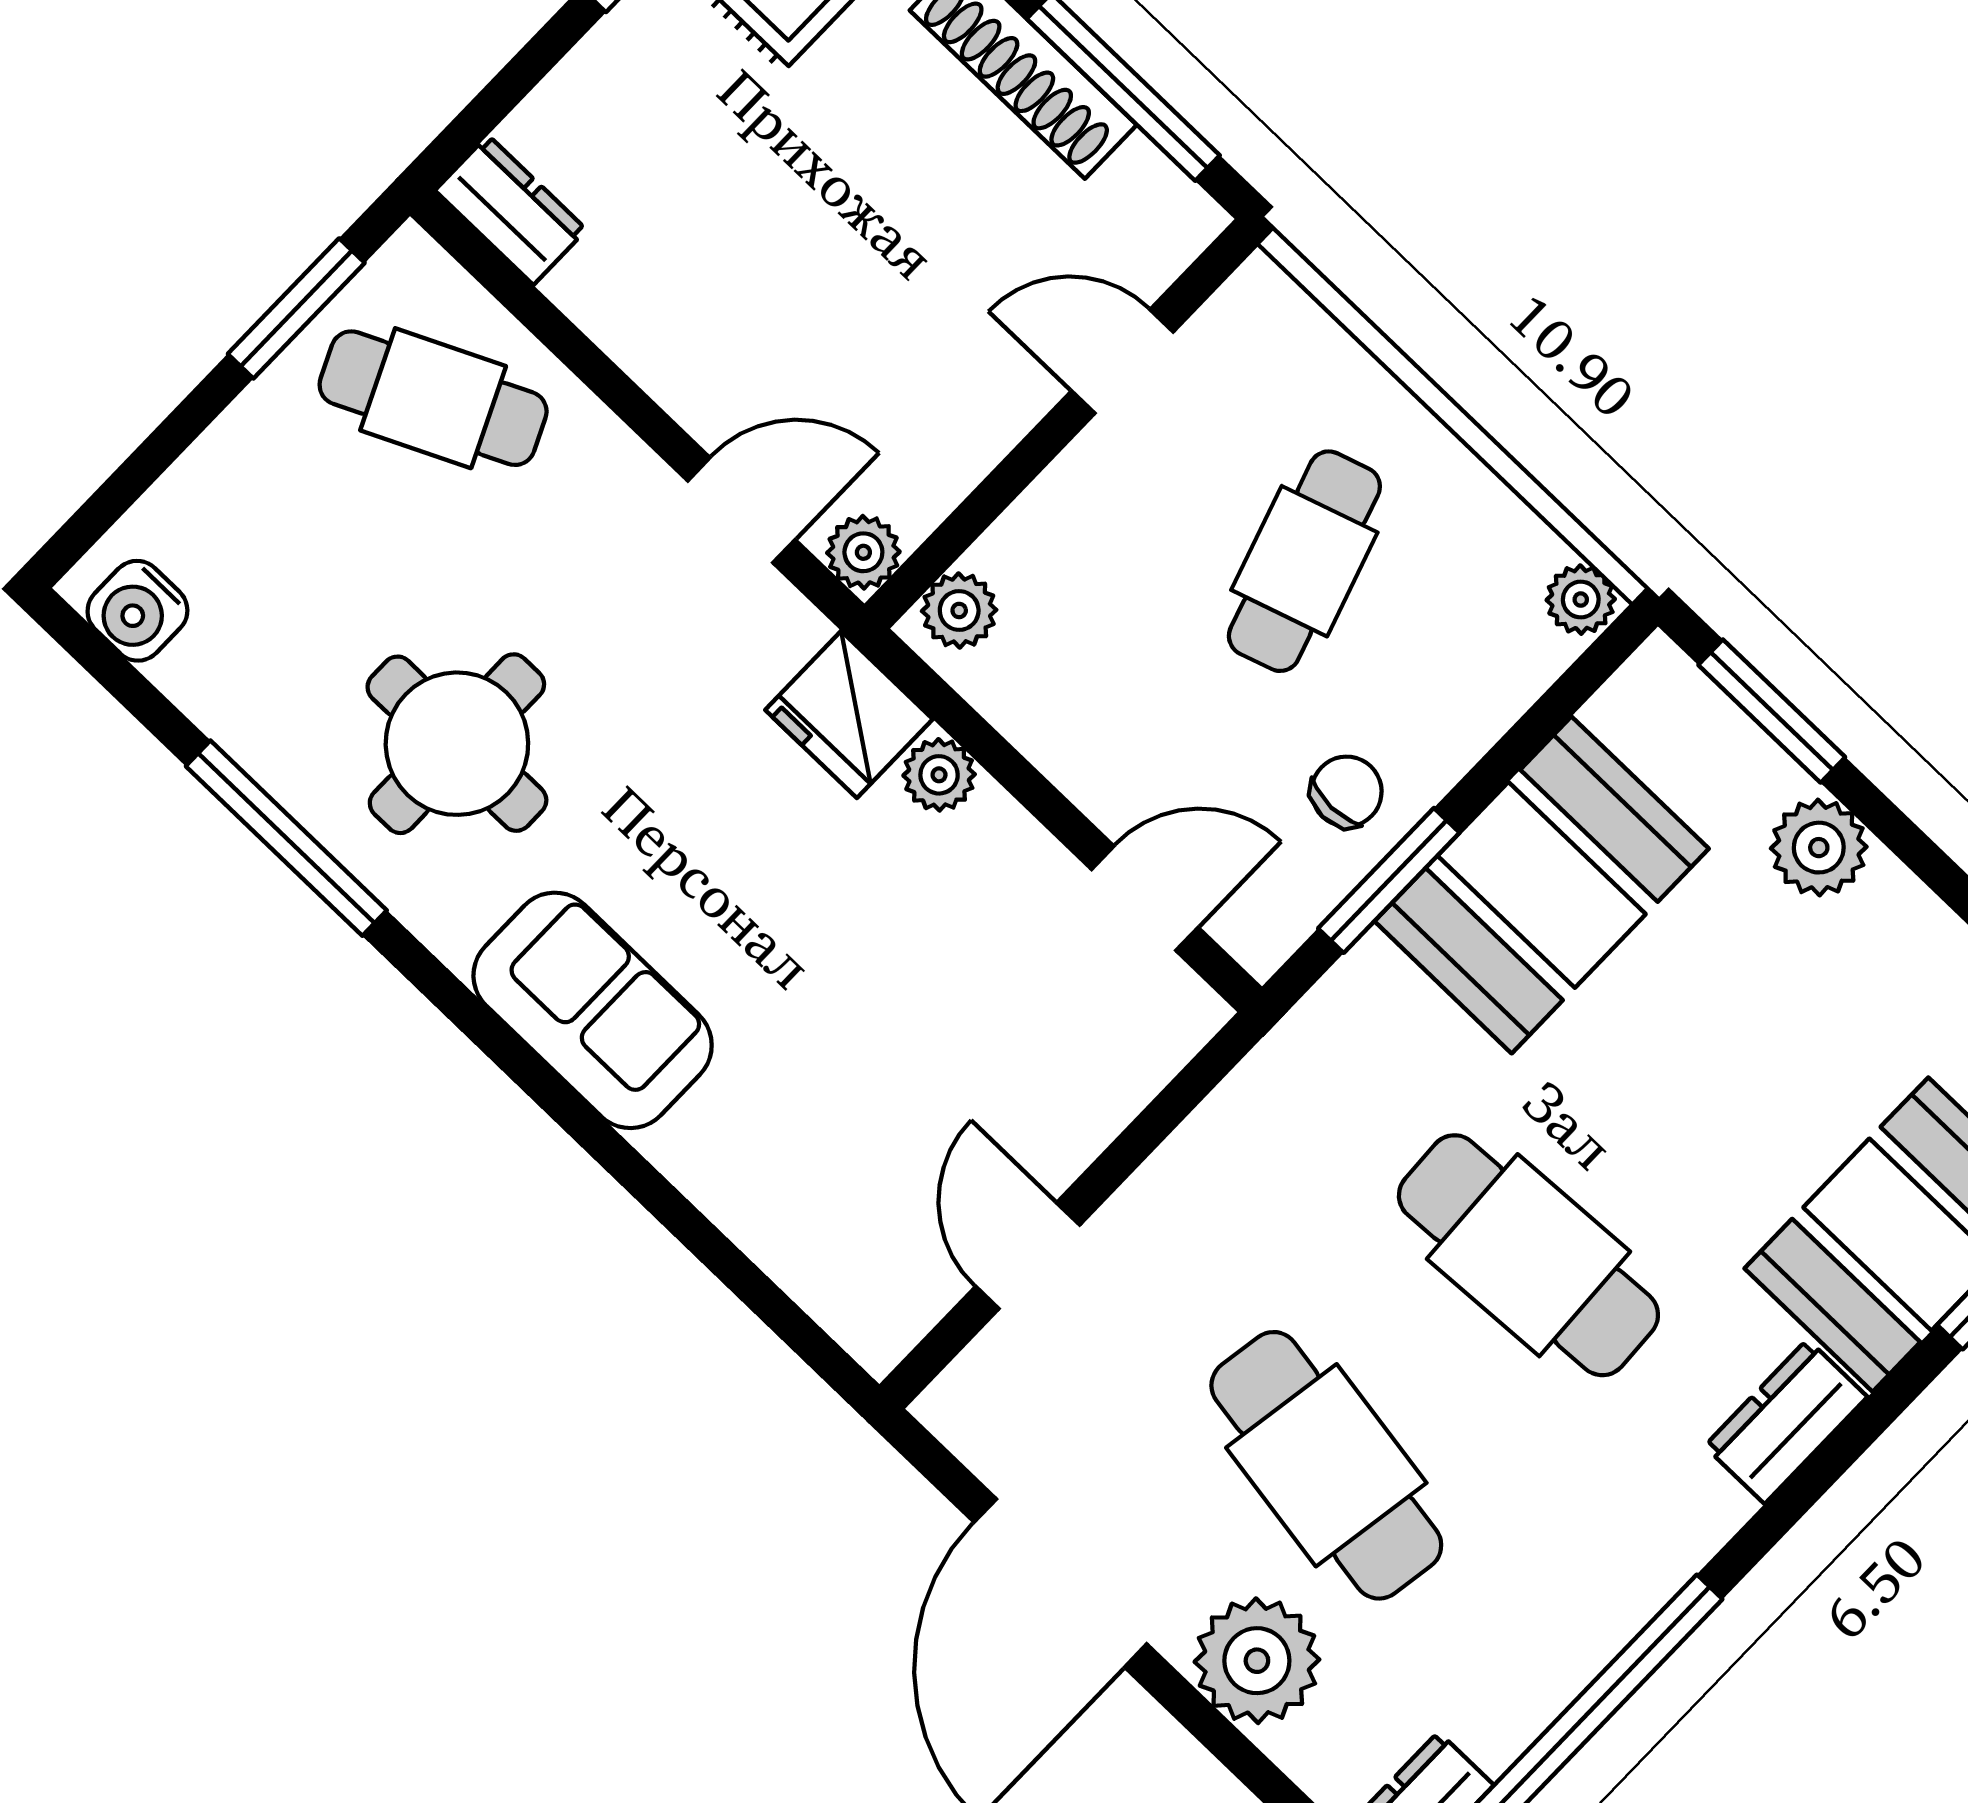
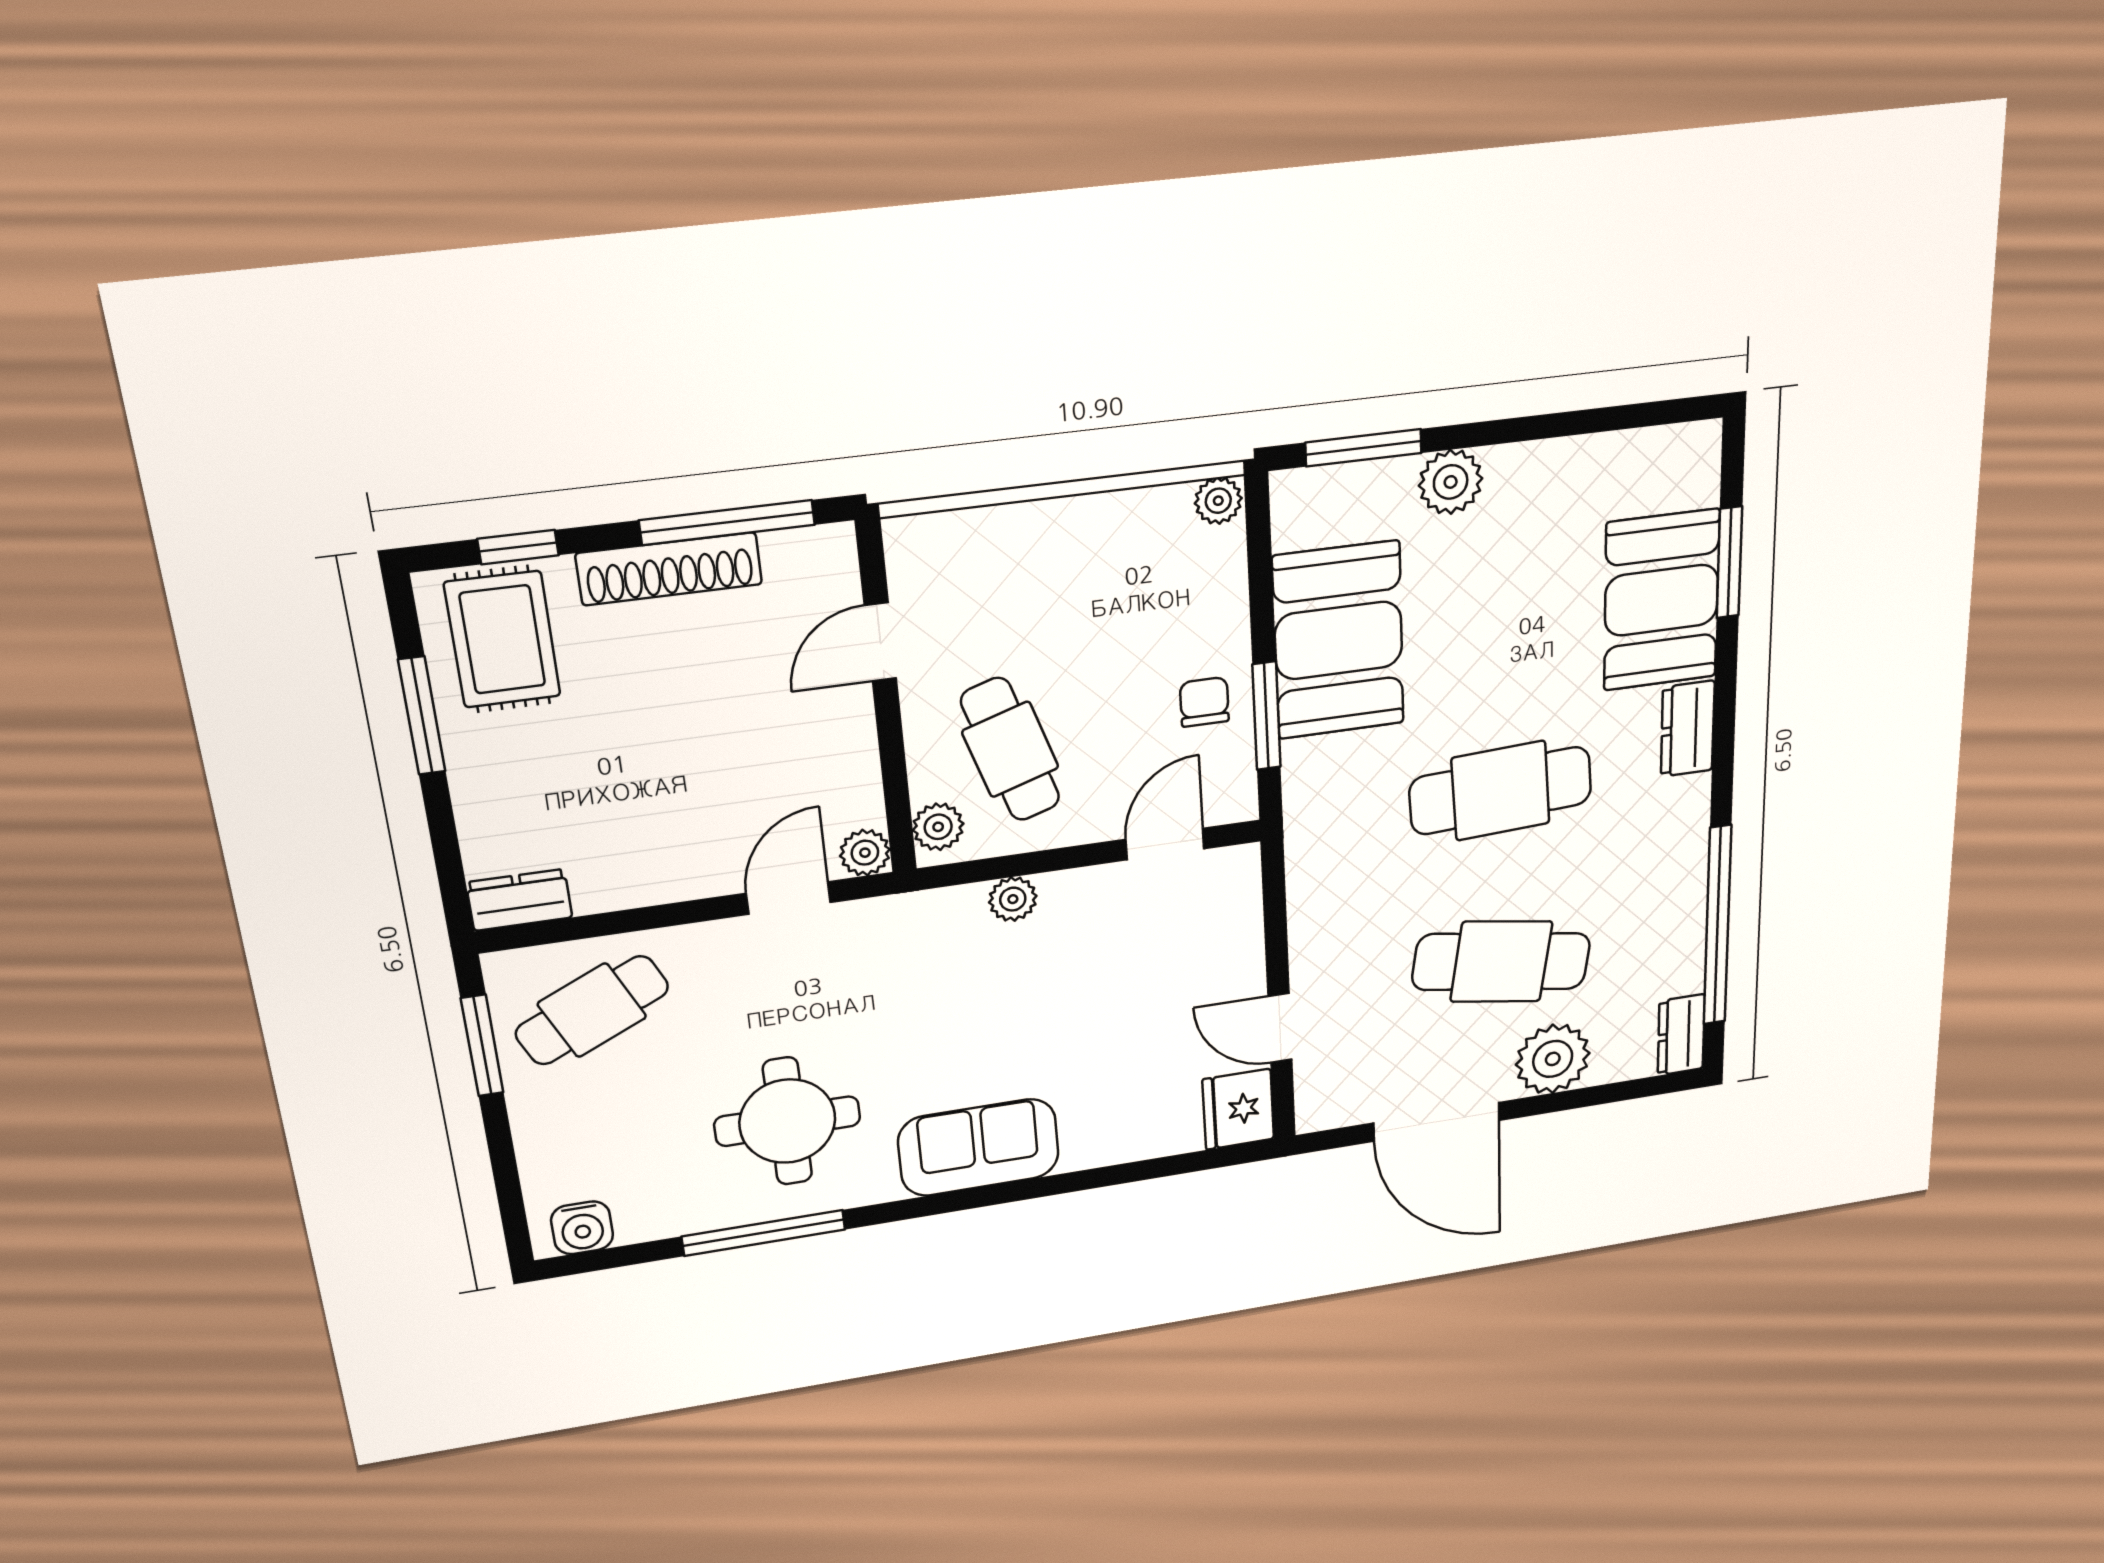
cafe table: (1304, 561) -> (1010, 749), moved
fridge: (849, 715) -> (1238, 1109), moved, turned 90

